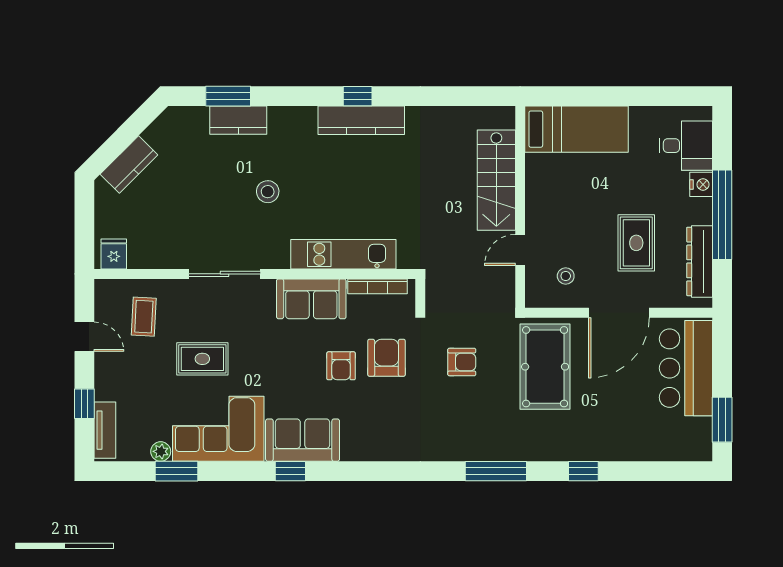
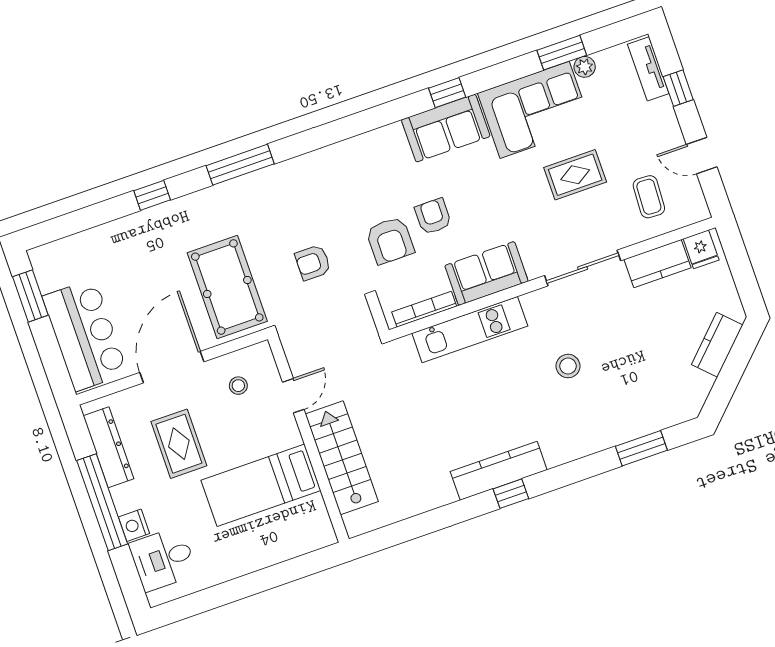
kitchen counter: (238, 120) -> (657, 264), moved, turned 180
bed: (577, 129) -> (261, 485), moved

